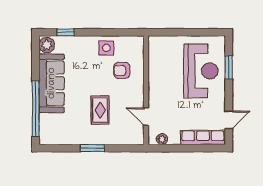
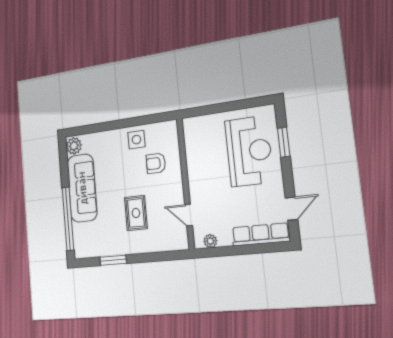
window: (66, 32) -> (92, 129), removed
window: (92, 148) -> (113, 260), moved

